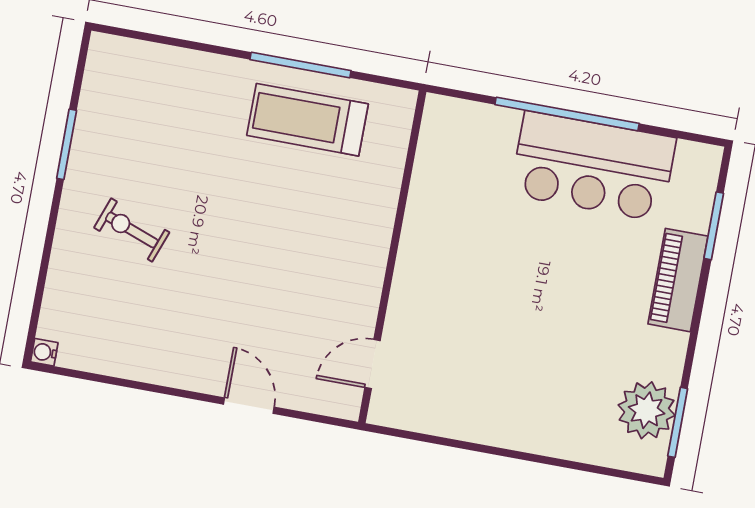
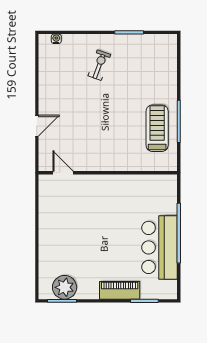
water cooler: (44, 352) -> (56, 39), moved

